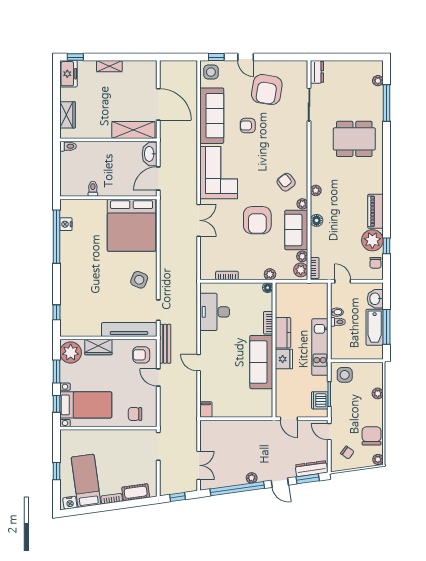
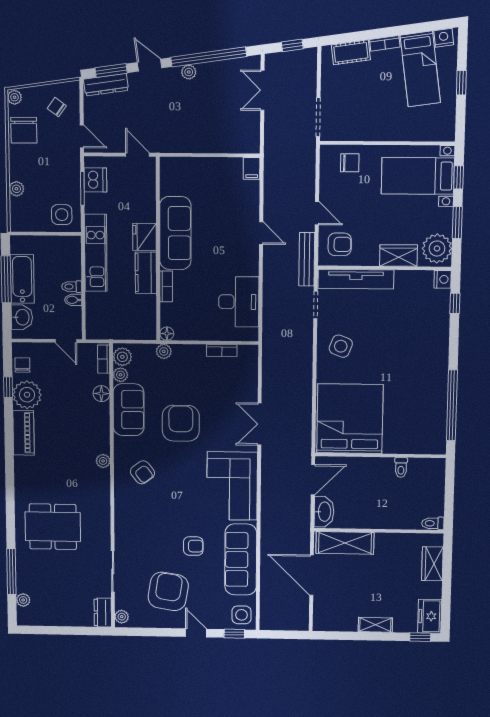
plant: (302, 204) -> (122, 617), moved
floor lamp: (317, 220) -> (101, 394), moved
nightstand: (66, 224) -> (443, 279), moved

